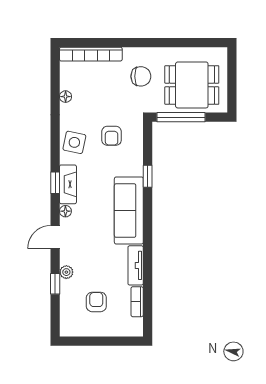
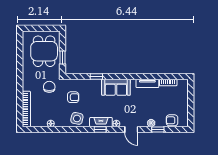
chair: (141, 76) -> (49, 87), moved
window: (181, 117) -> (62, 57), width x0.46
sofa: (129, 211) -> (116, 87), width x0.73
armchair: (96, 302) -> (172, 120), moved

